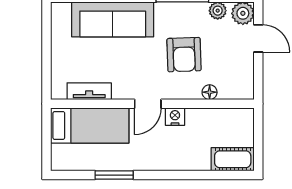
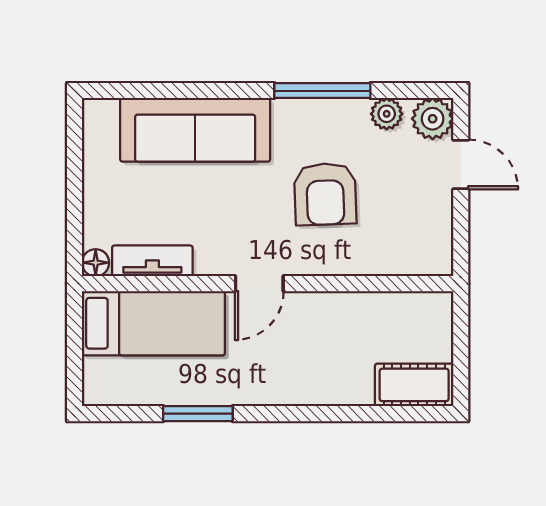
floor lamp: (210, 92) -> (96, 263), moved
nightstand: (175, 117) -> (309, 307), removed

